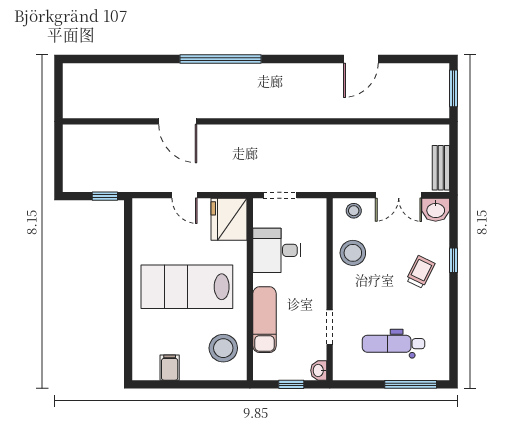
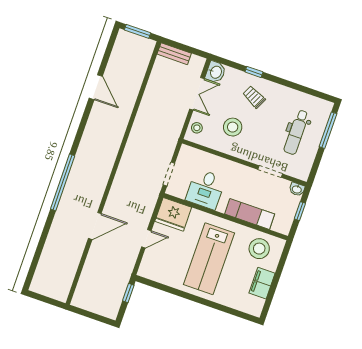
bench: (441, 168) -> (174, 54), moved
stool: (353, 253) -> (233, 127), moved
filing cabinet: (170, 368) -> (262, 283), width x2.00

